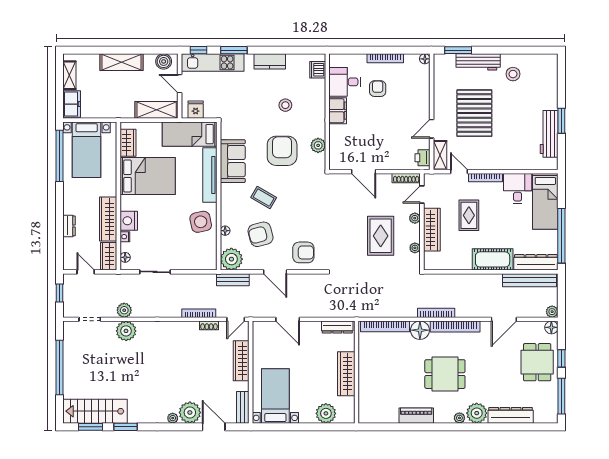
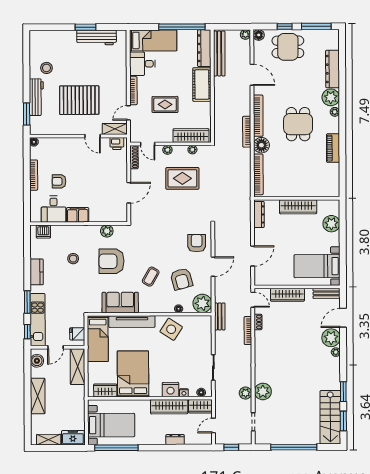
side table: (201, 222) -> (171, 329), turned 45
wardrobe: (432, 230) -> (191, 135), moved
bench: (233, 280) -> (220, 316), moved

